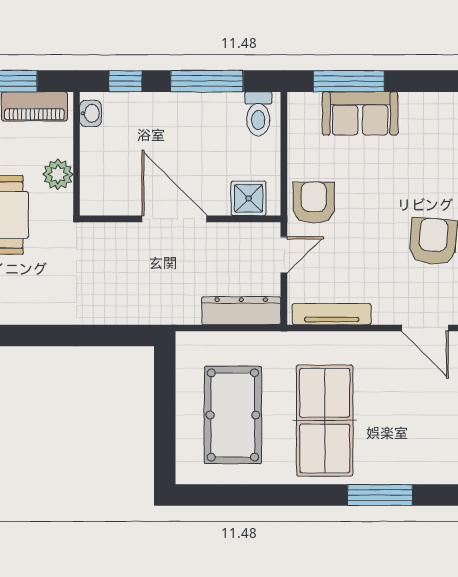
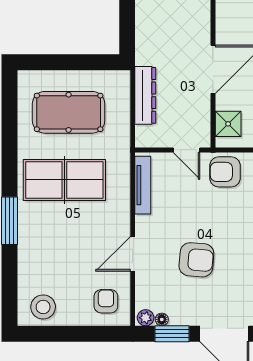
armchair: (314, 203) -> (225, 172), turned 180
dresser: (241, 311) -> (145, 95), moved

